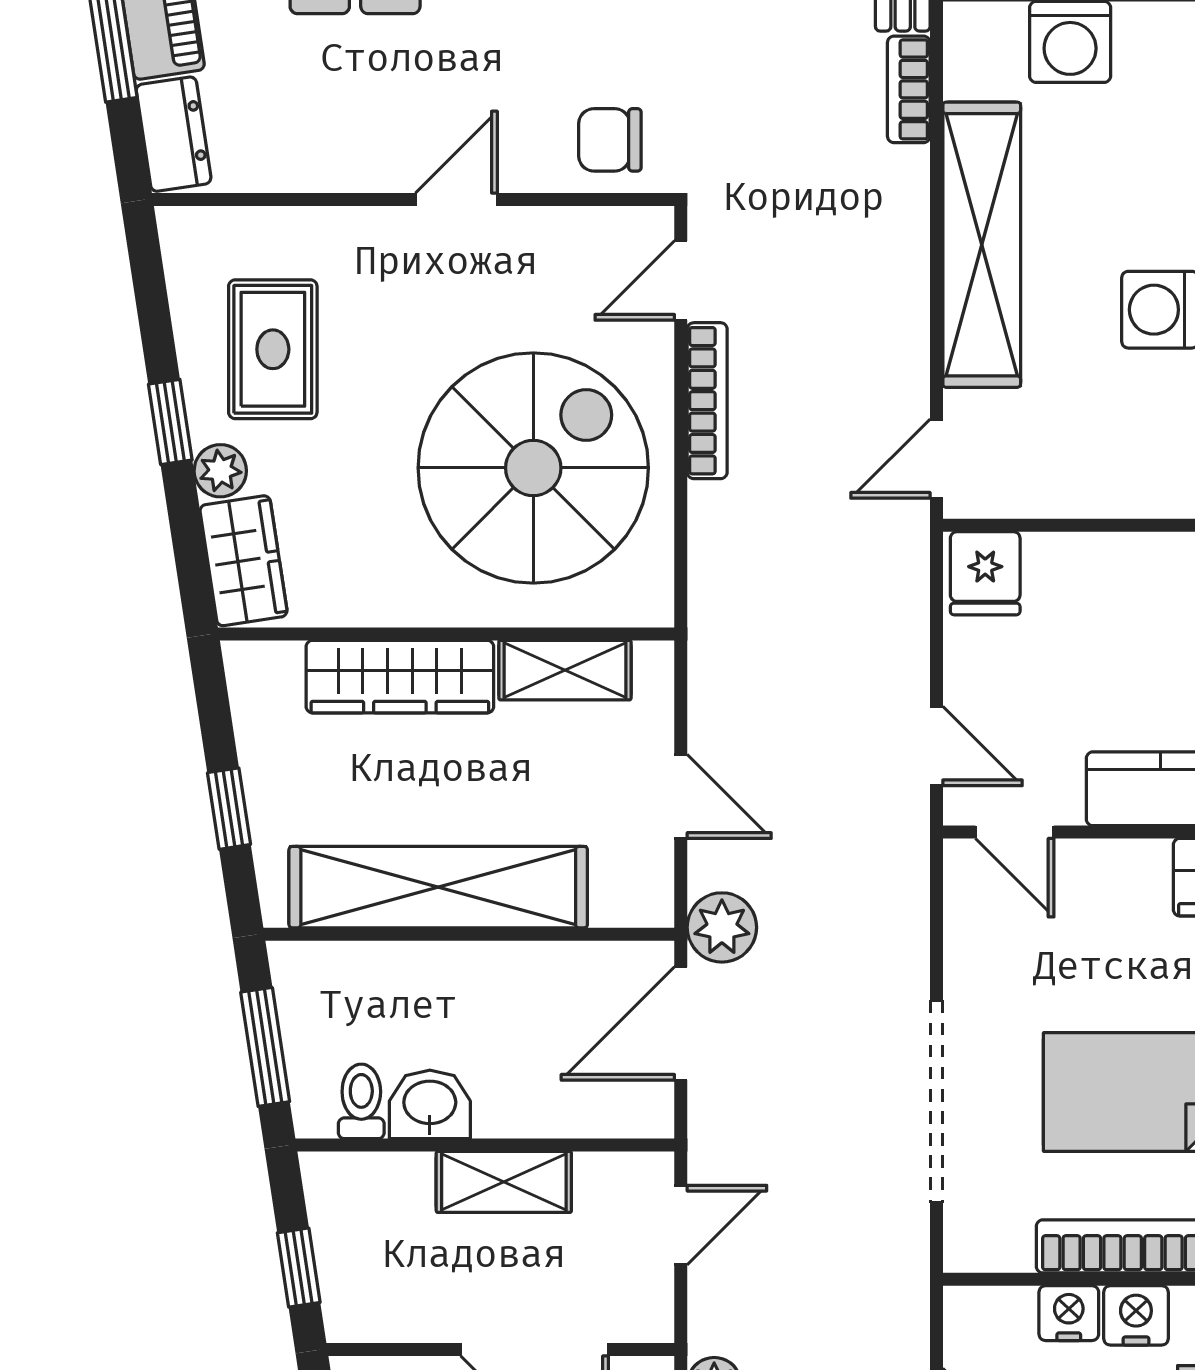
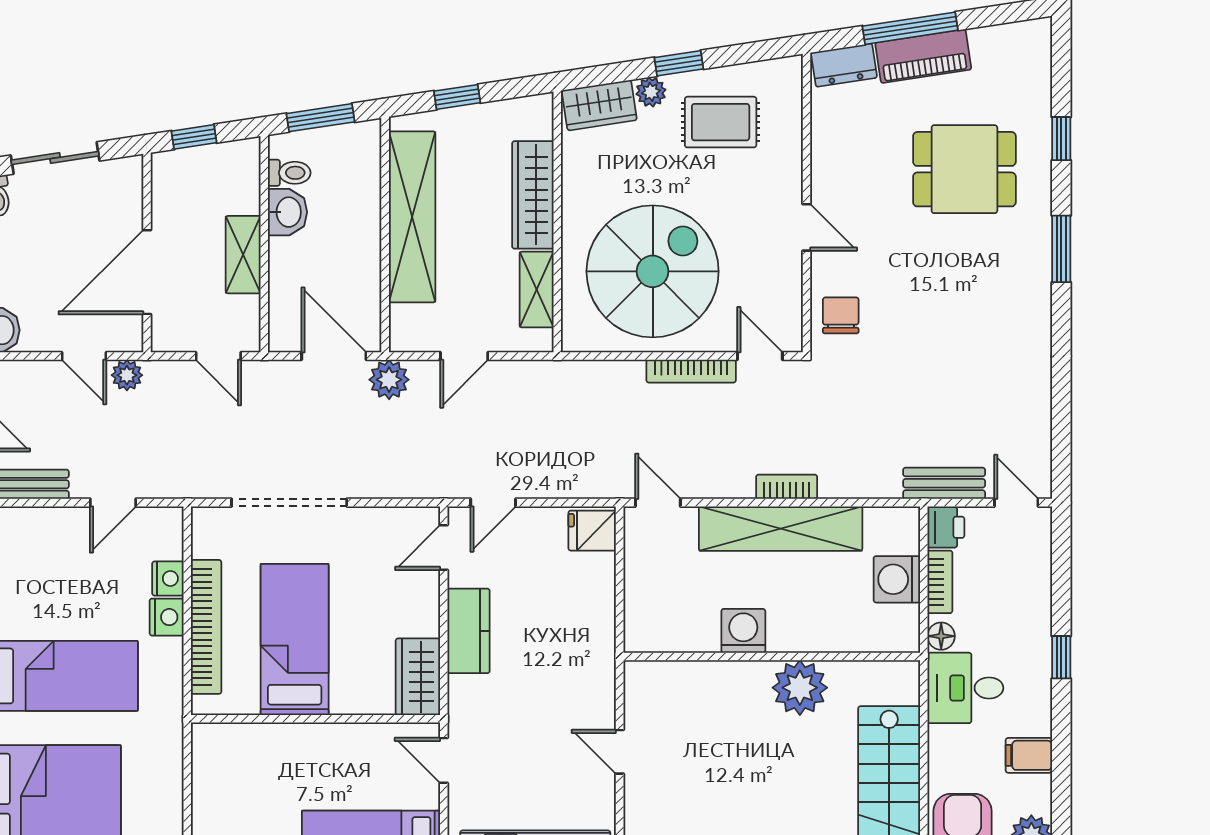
bookcase: (909, 89) -> (787, 487), moved
spiral stairs: (533, 468) -> (653, 271), turned -90

